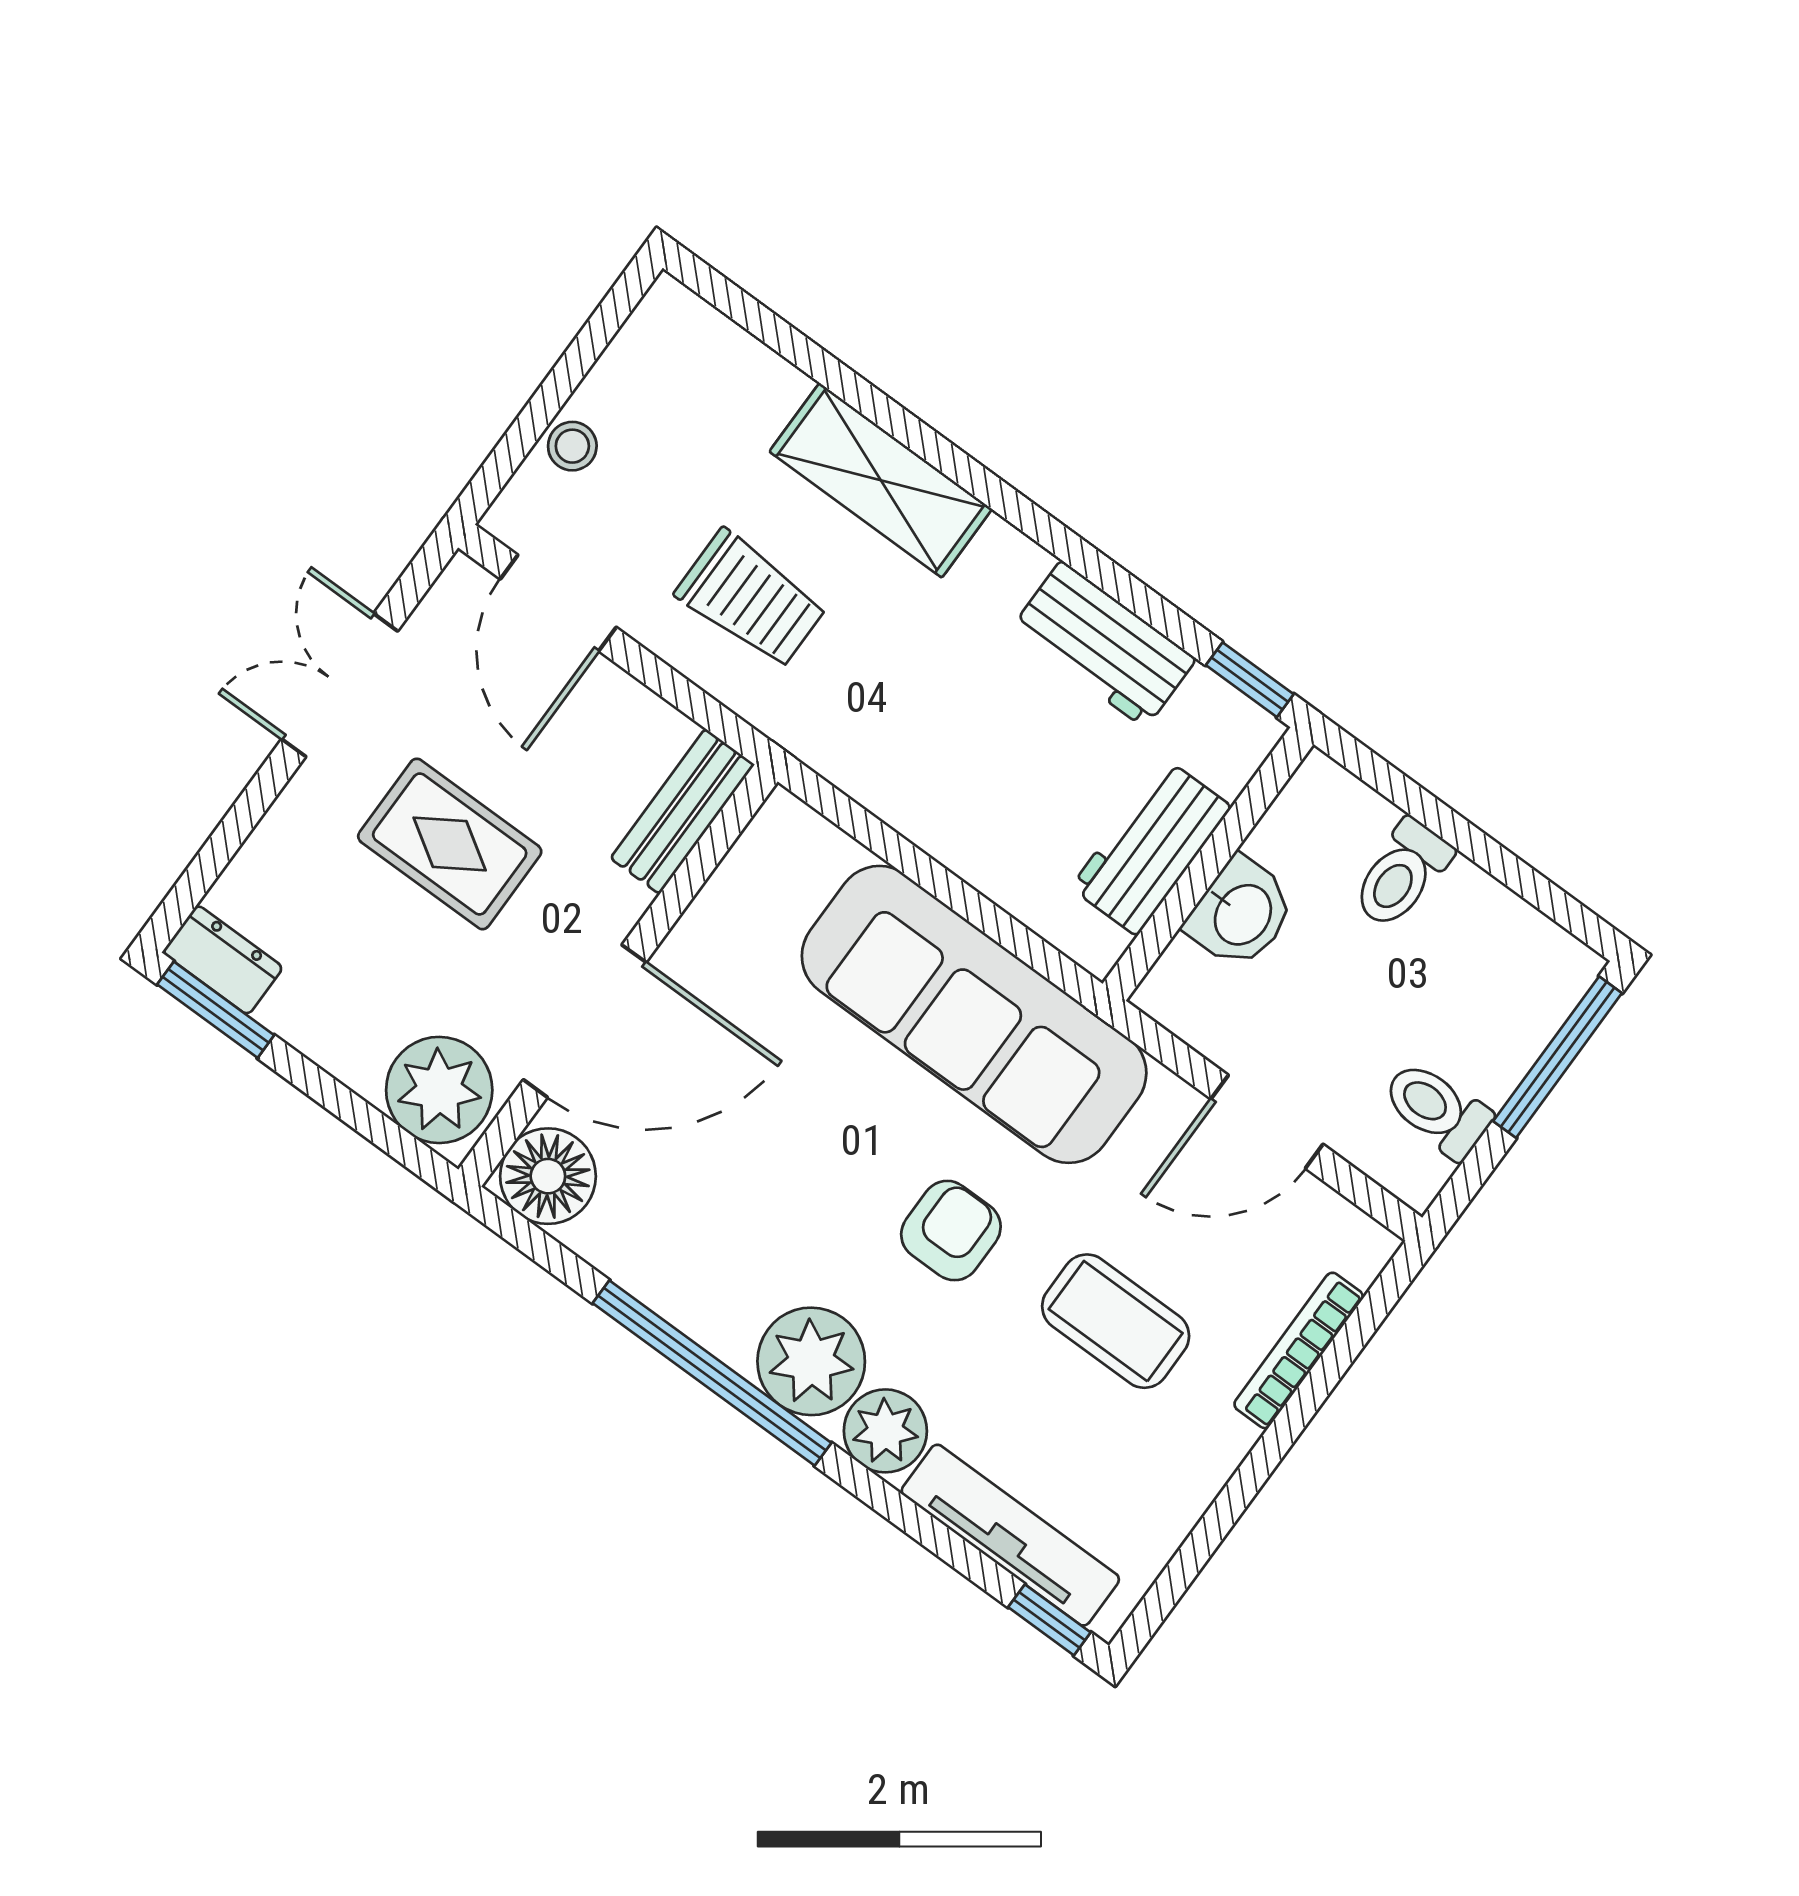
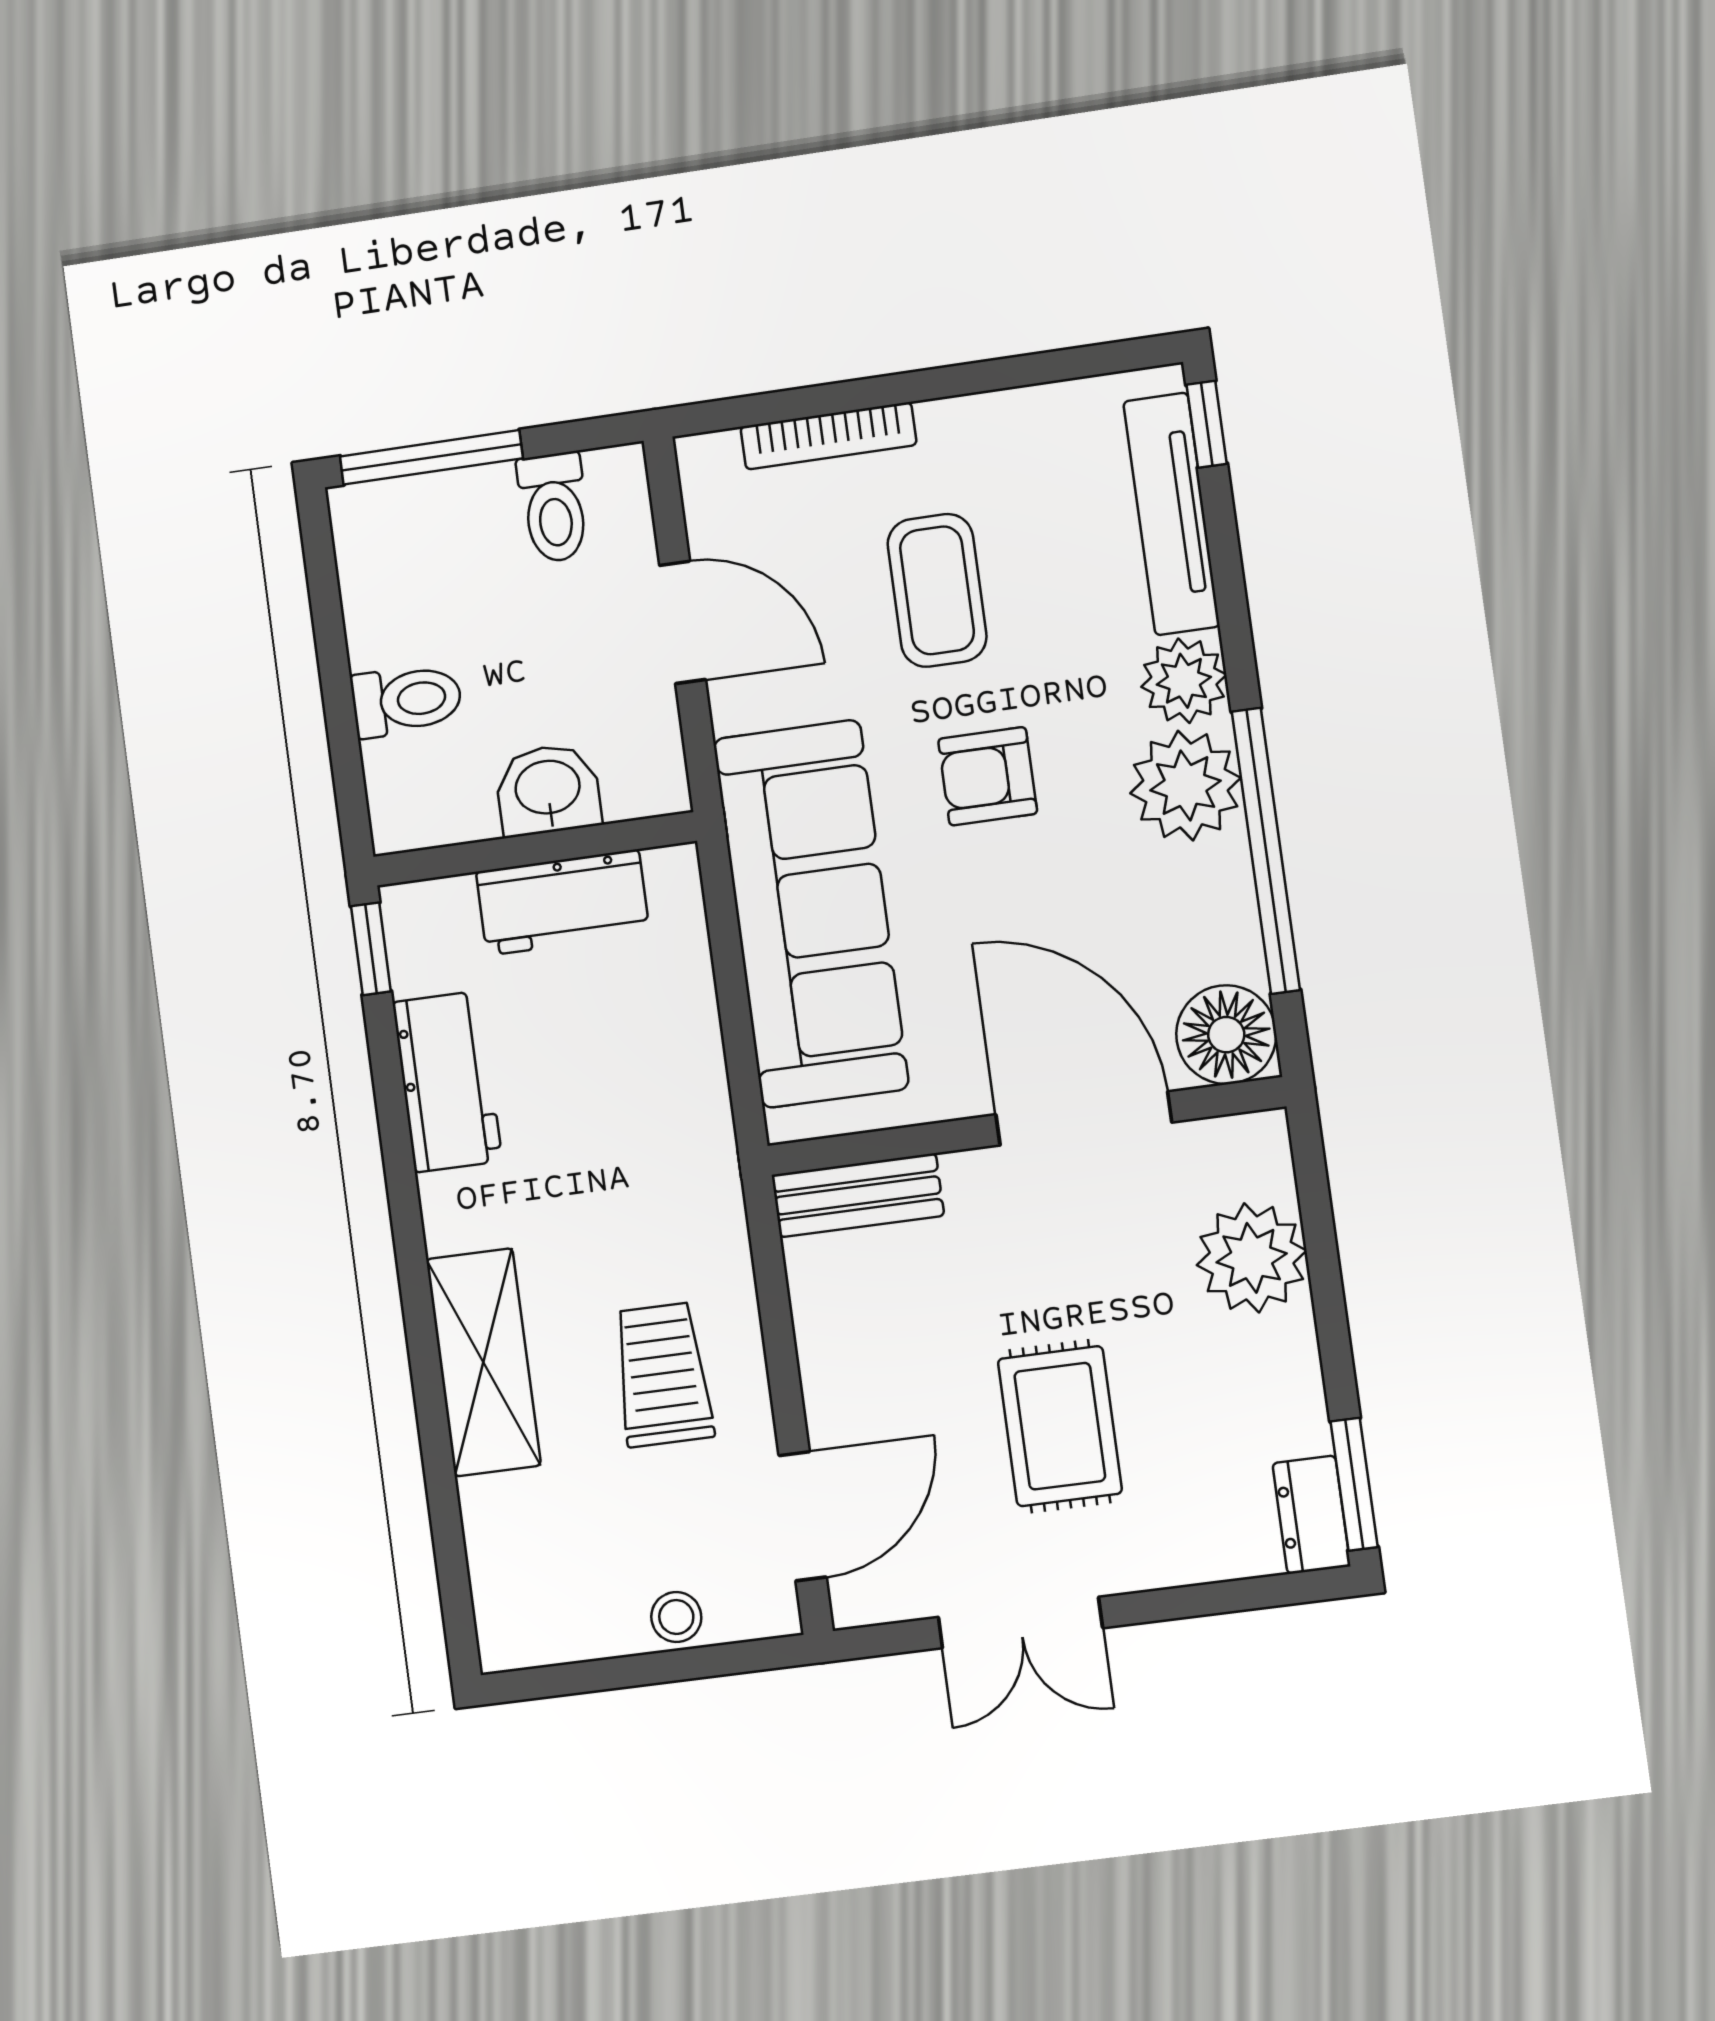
bench: (682, 811) -> (858, 1195), moved
wall: (618, 975) -> (1026, 1126), moved
door: (585, 1021) -> (1084, 1118), moved
floor lamp: (548, 1176) -> (1226, 1035), moved

